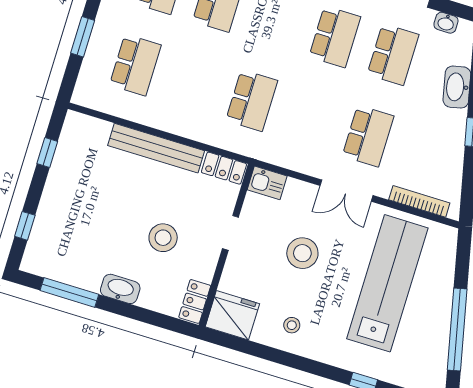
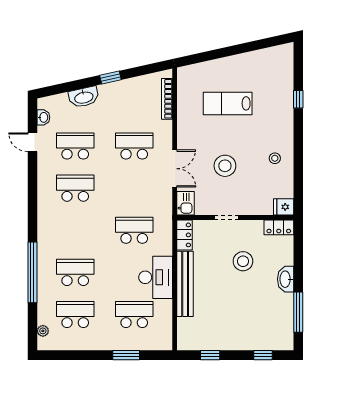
desk: (178, 110) -> (156, 277), added
double door: (346, 191) -> (175, 169), moved
lab bench: (387, 283) -> (228, 103), width x0.54, depth x0.72
fridge: (232, 315) -> (284, 207), width x0.53, depth x0.75
window: (457, 330) -> (244, 48), removed

